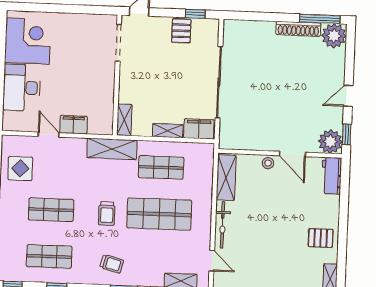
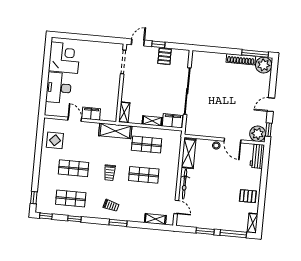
window: (195, 14) -> (158, 44), moved
shop shelf: (159, 214) -> (144, 175), width x0.70, depth x0.74

